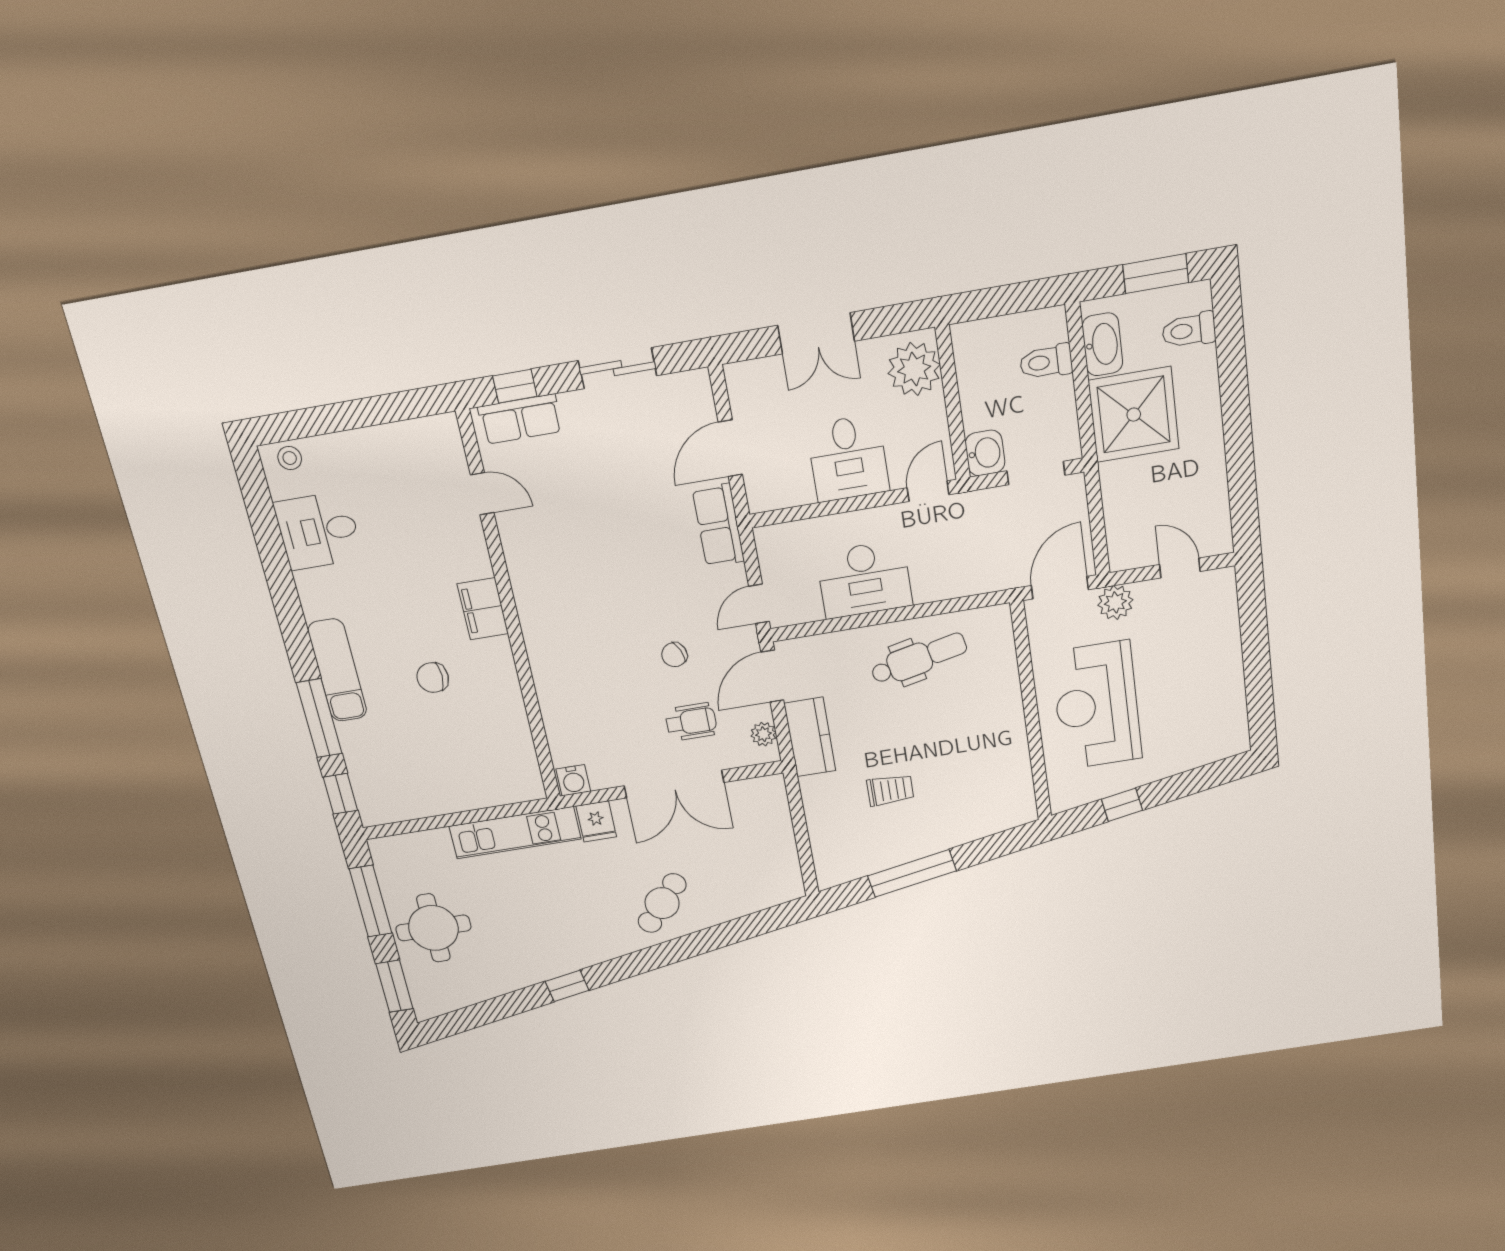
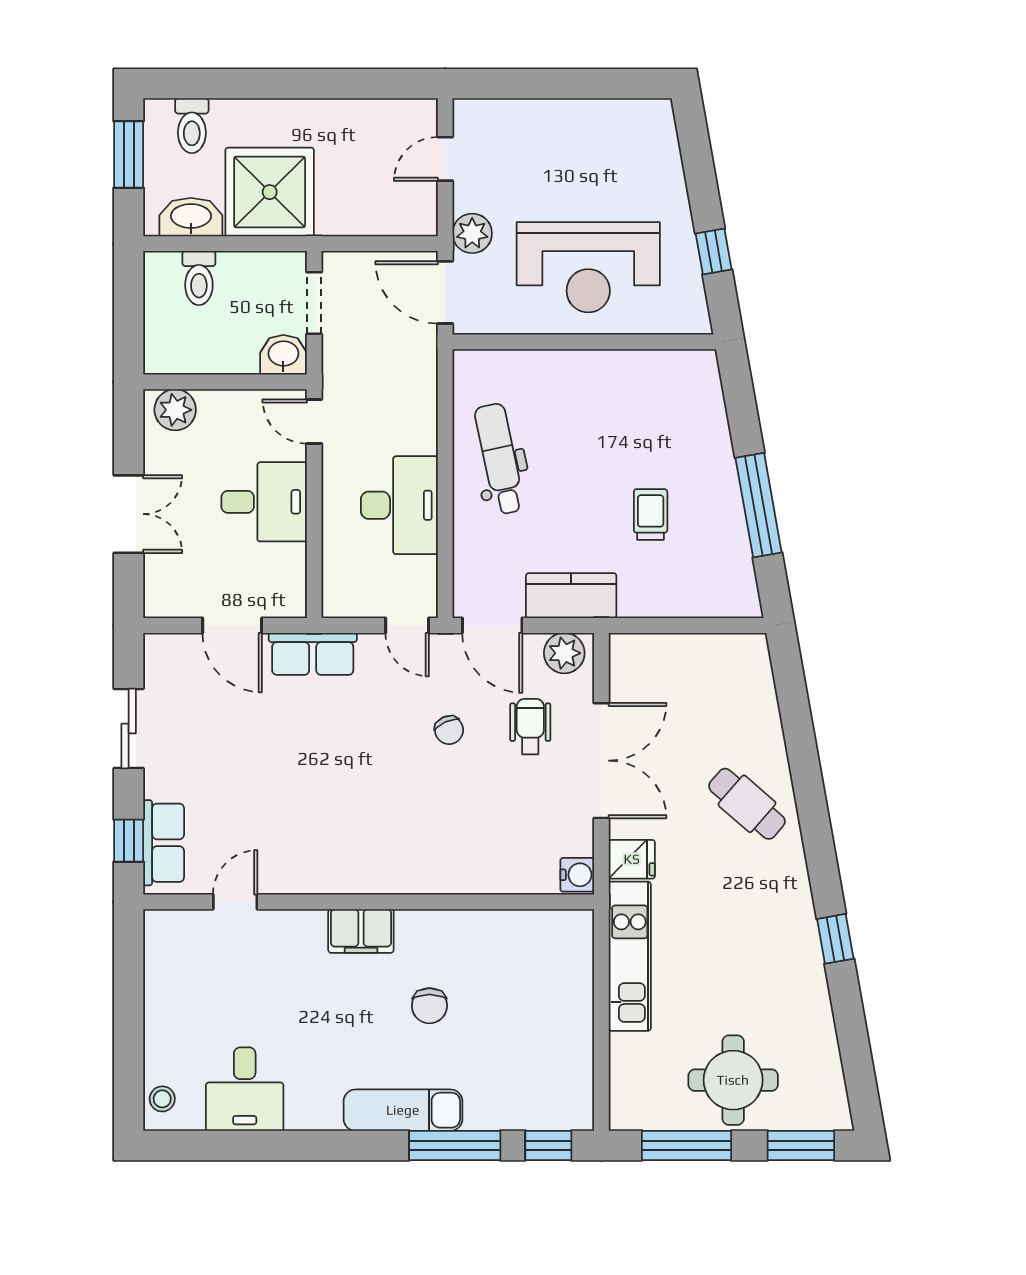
plant: (914, 369) -> (175, 410), width x0.73, depth x0.73
plant: (763, 734) -> (564, 653), width x1.38, depth x1.38

